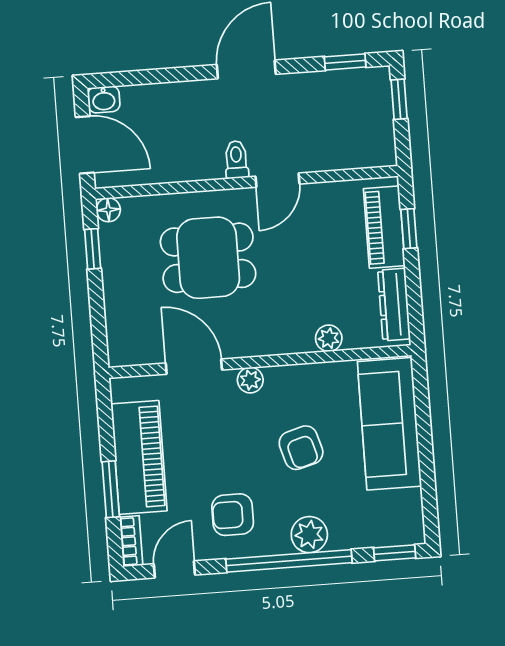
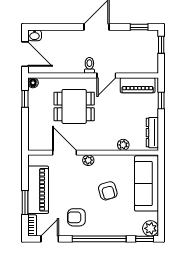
piano: (384, 227) -> (138, 85), moved, turned -90
plant: (309, 535) -> (151, 228), moved

